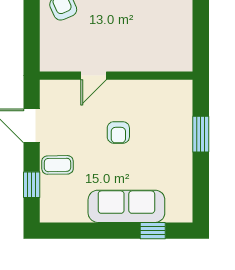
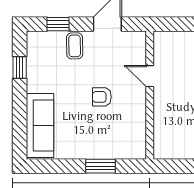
sofa: (126, 206) -> (40, 125), moved
window: (153, 231) -> (20, 68), moved

